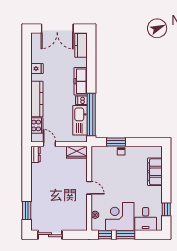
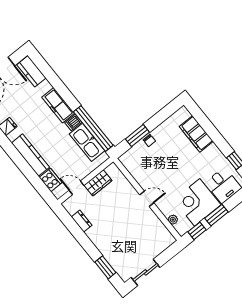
wardrobe: (77, 152) -> (98, 183), moved
dresser: (35, 154) -> (82, 221), moved

